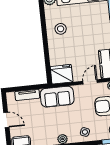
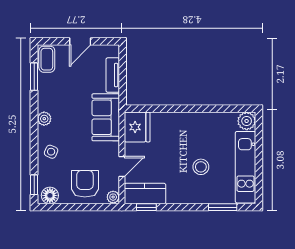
stool: (61, 29) -> (201, 167), moved
door: (90, 82) -> (122, 167), hinge flipped

